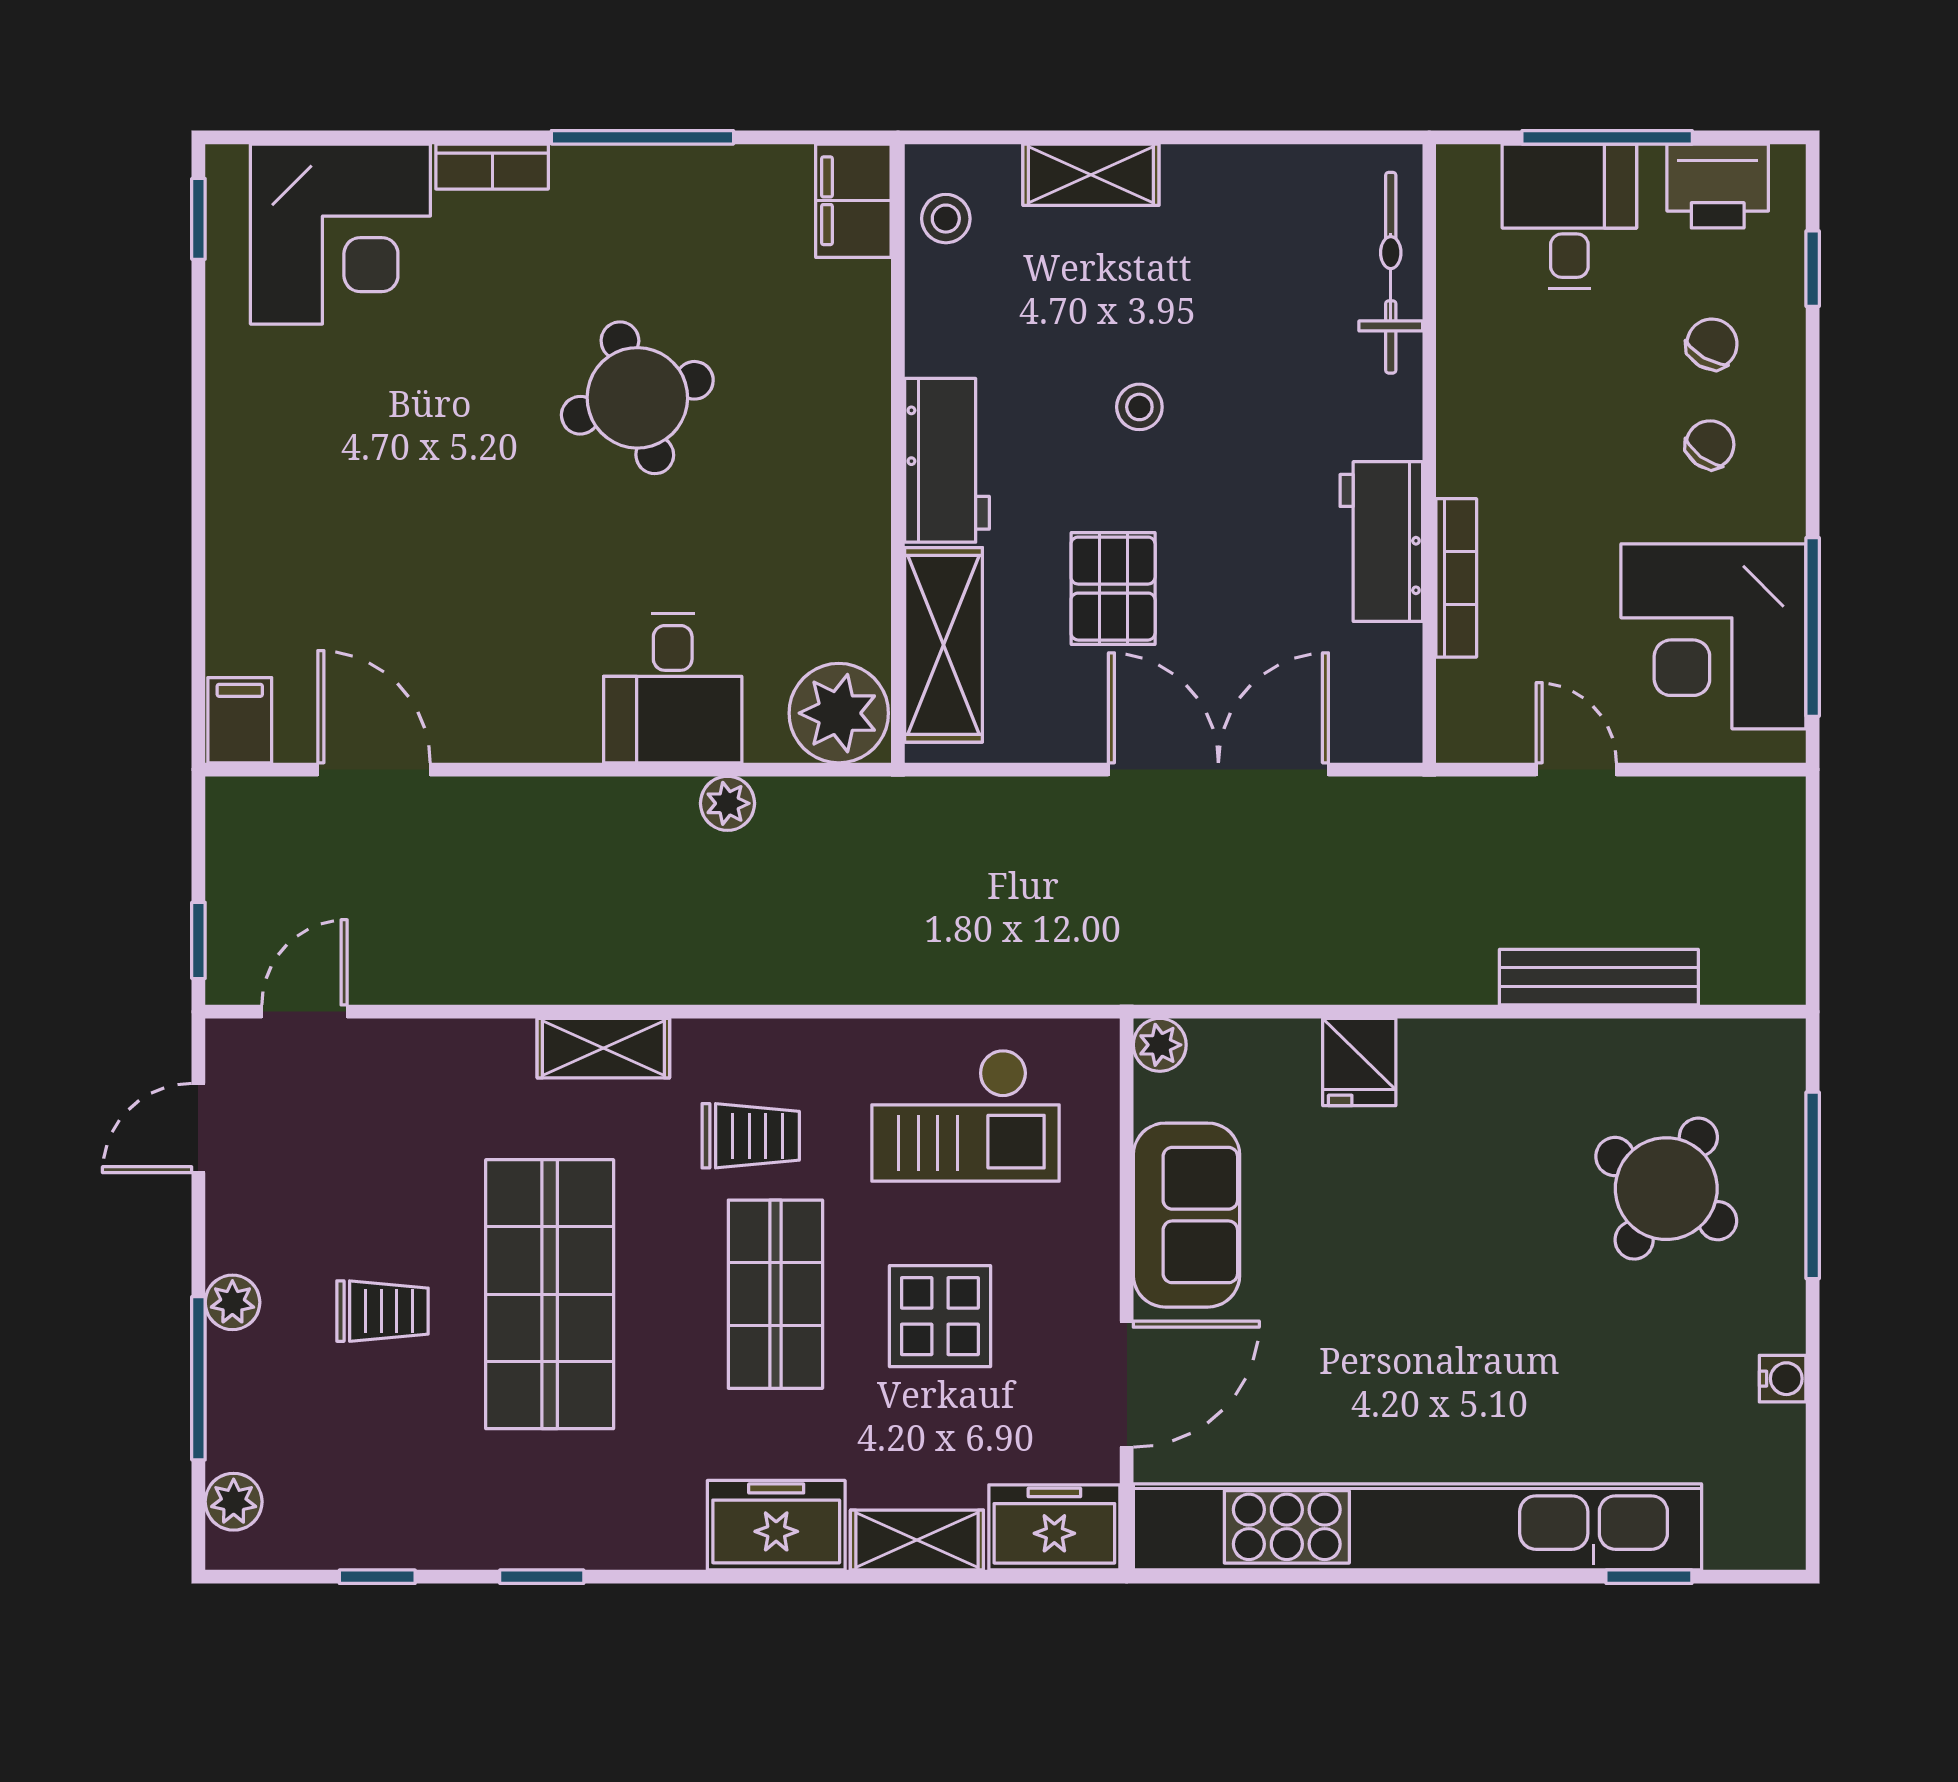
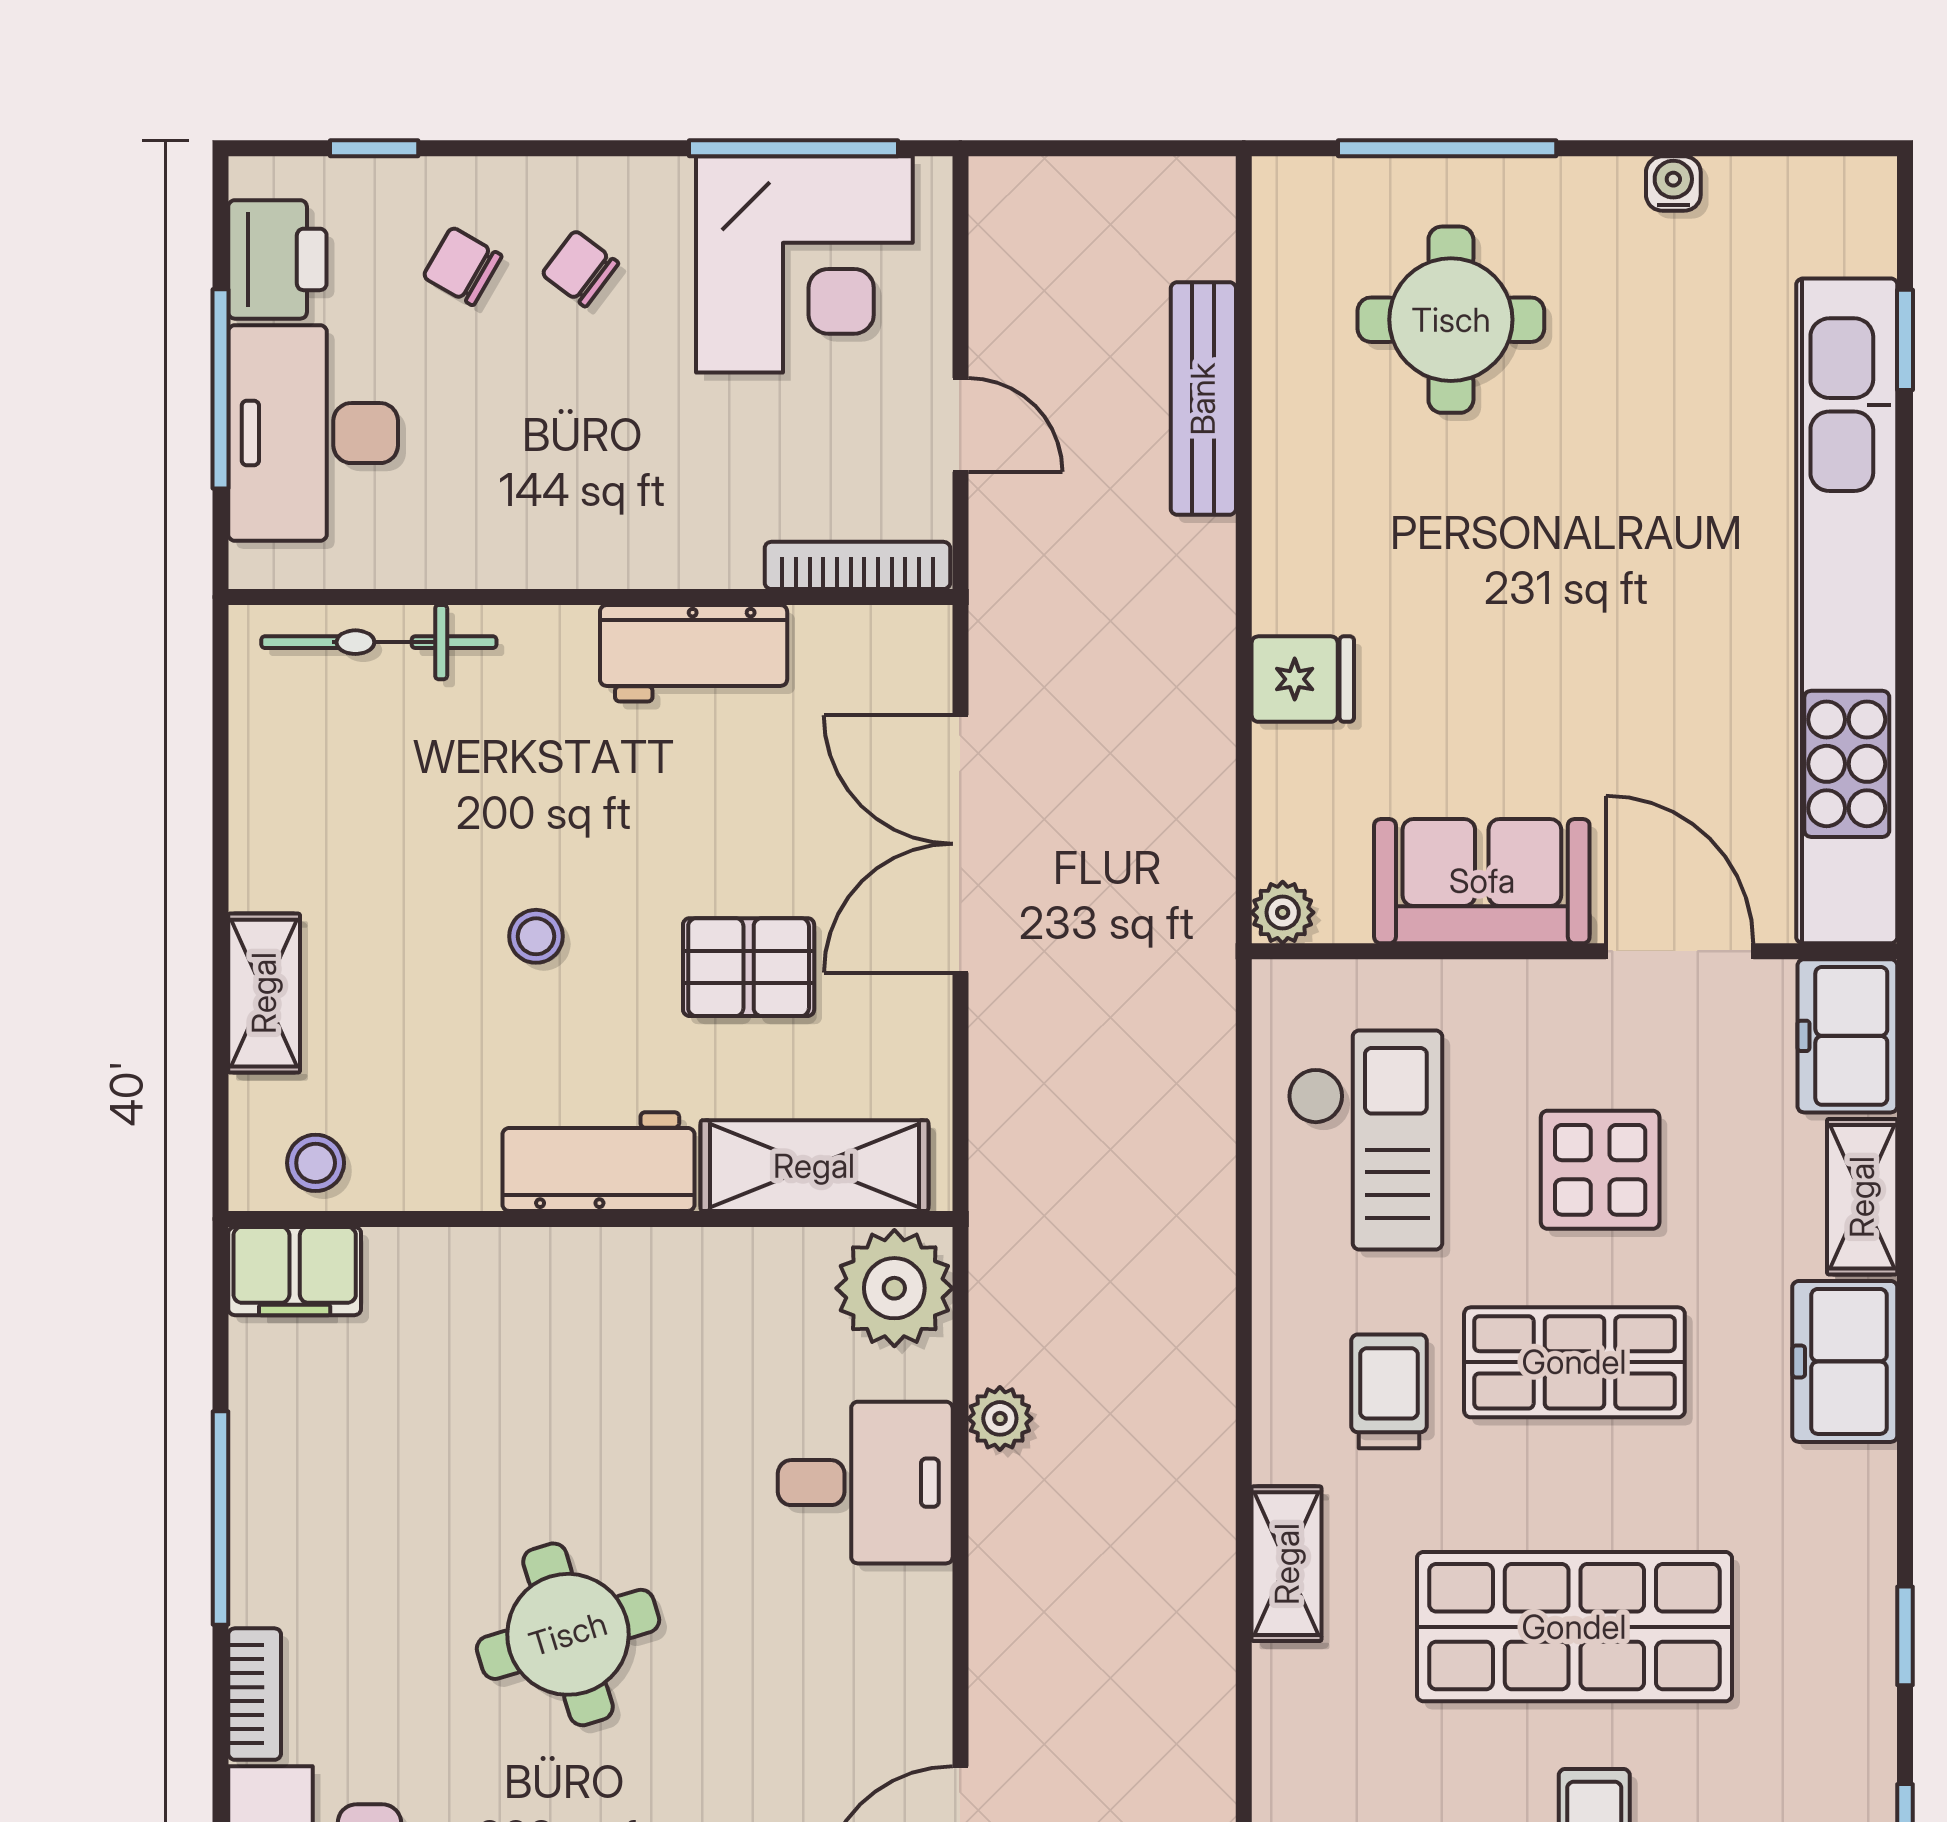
desk: (1569, 216) -> (313, 433), width x1.37
round table: (637, 398) -> (568, 1634), moved
bookcase: (1456, 578) -> (857, 565), moved
door: (1576, 770) -> (960, 425), swing flipped
round table: (1666, 1189) -> (1451, 320), turned -32

